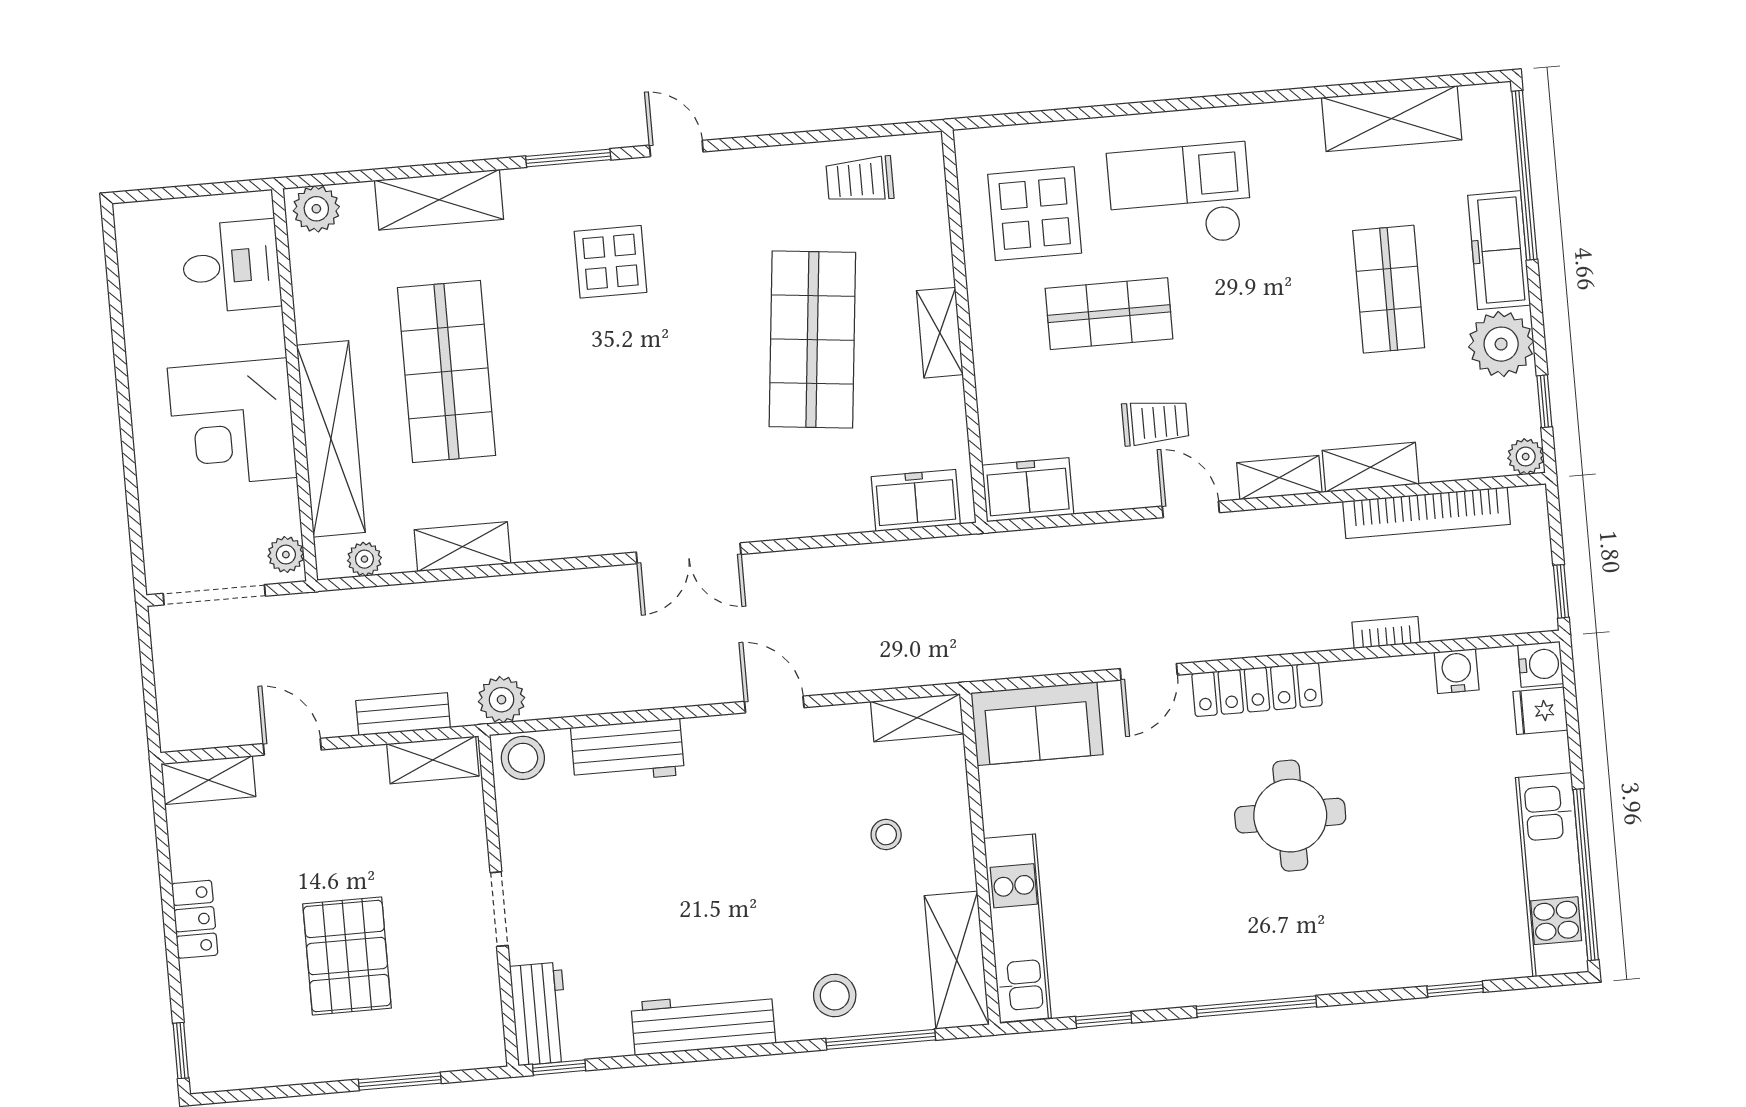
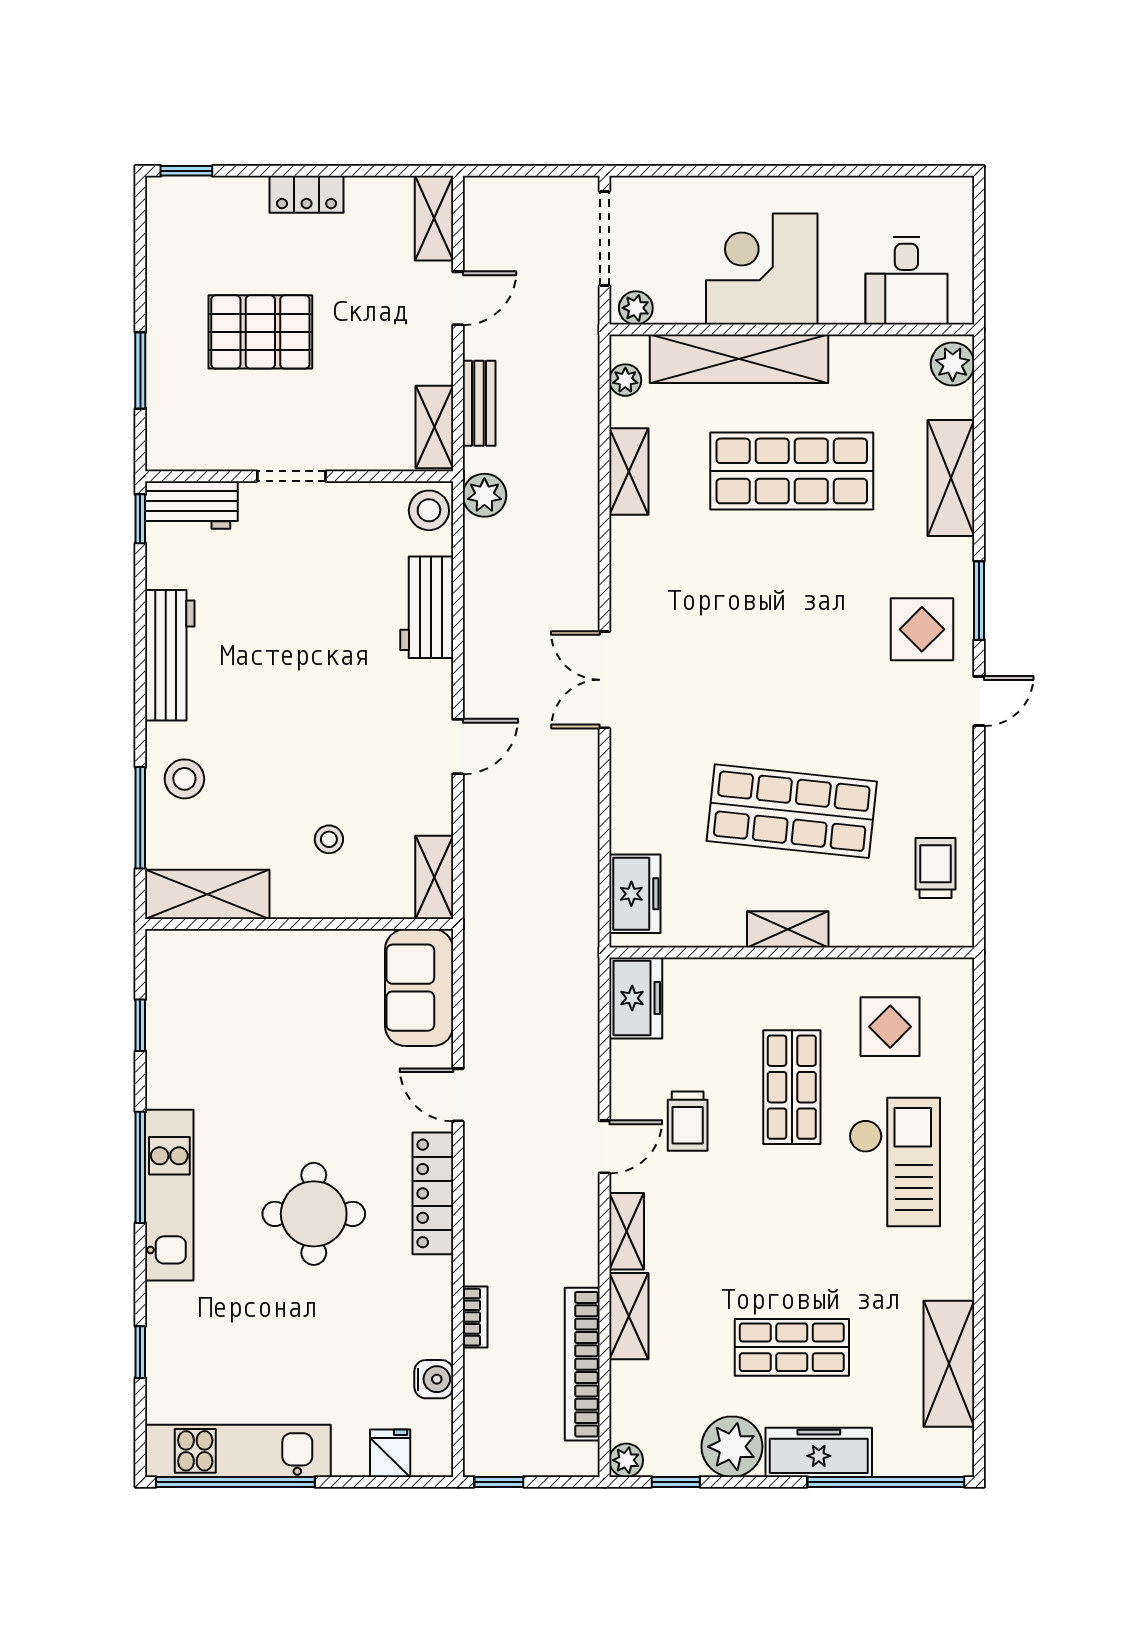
display table: (1035, 214) -> (890, 1027), width x0.73, depth x0.73
display table: (611, 262) -> (922, 629), moved
water cooler: (1541, 664) -> (433, 1457), removed
kitchen unit: (1018, 928) -> (169, 1195), moved, turned -90

